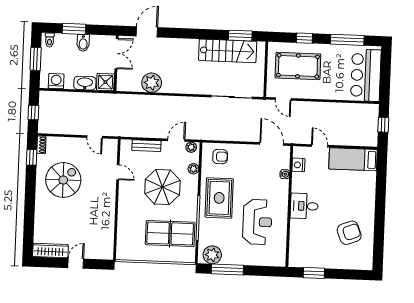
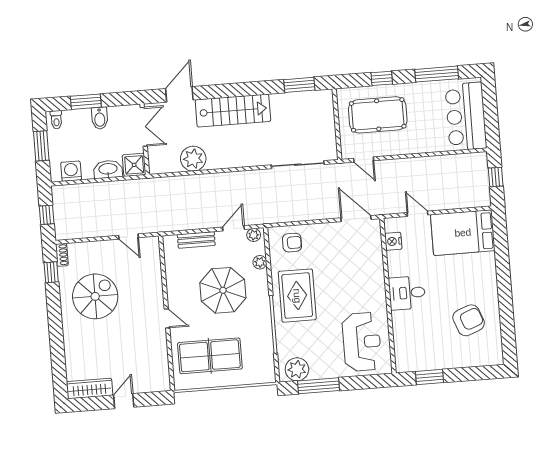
stairs: (228, 51) -> (233, 111), moved
bed: (353, 159) -> (463, 233), width x1.50
door: (118, 172) -> (167, 318), moved
water cooler: (285, 174) -> (377, 255), removed
reception desk: (257, 222) -> (362, 342), moved
table tennis table: (170, 233) -> (210, 356), moved

